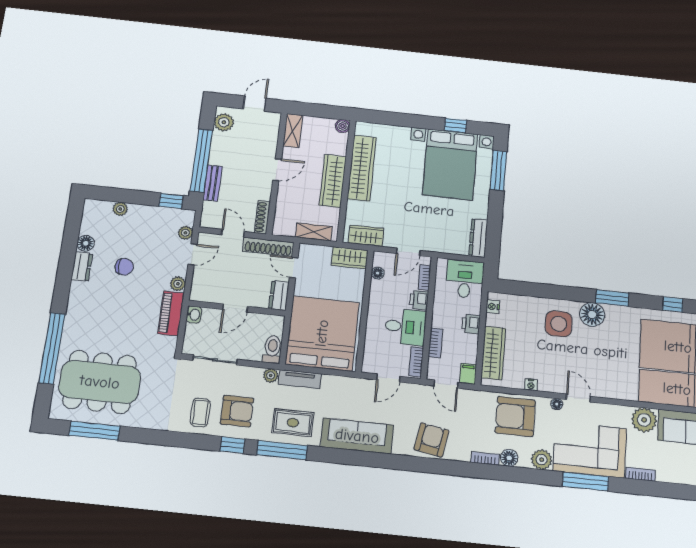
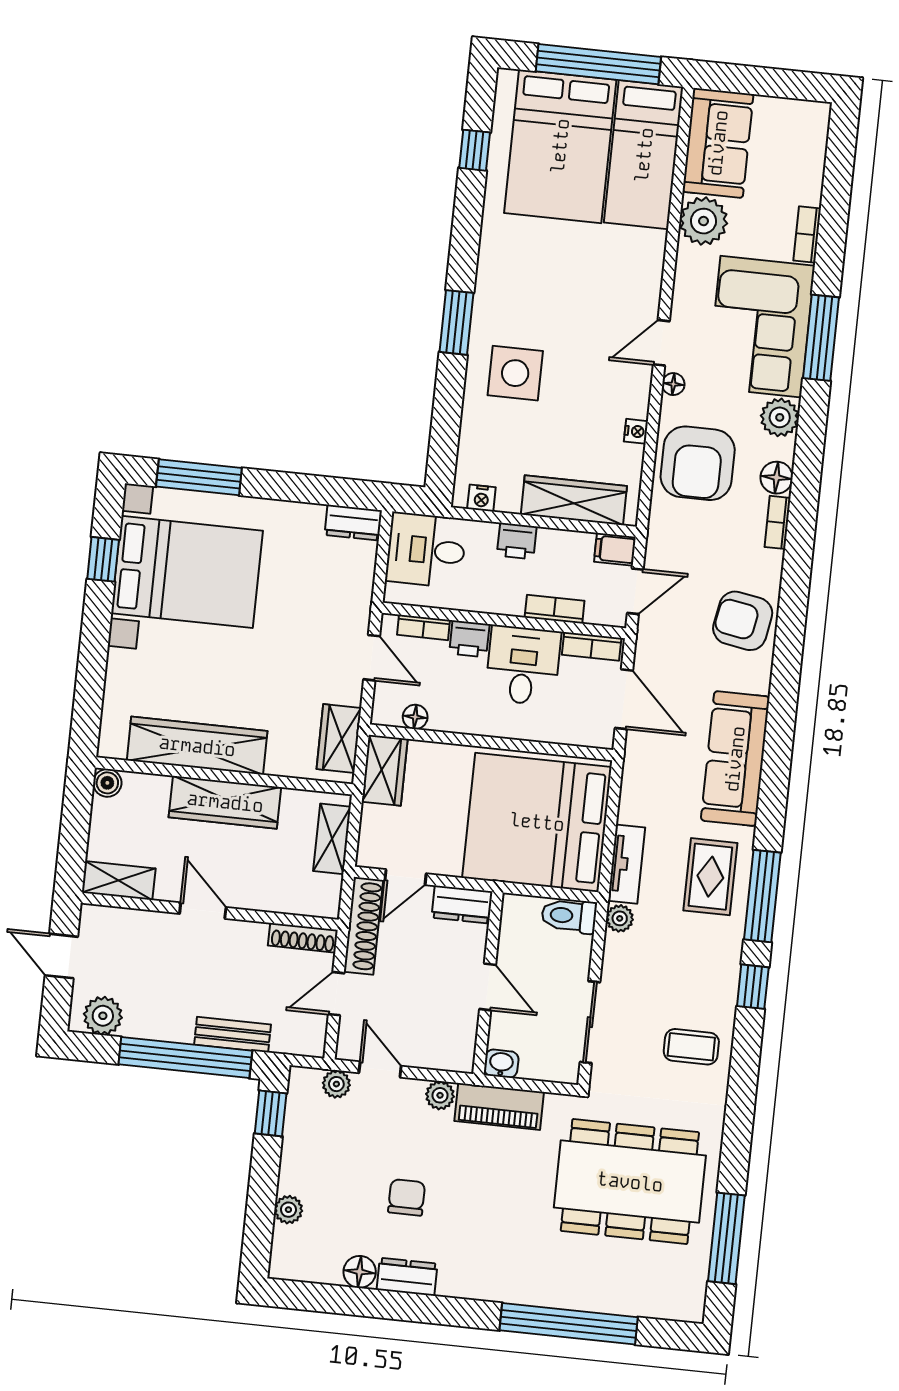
dresser: (478, 238) -> (353, 523), width x0.70
window: (612, 298) -> (456, 322), moved
floor lamp: (592, 314) -> (496, 308), removed
door: (388, 378) -> (624, 699), width x1.38
dining table: (100, 382) -> (630, 1182), moved, turned 90
armchair: (237, 411) -> (688, 980), removed

